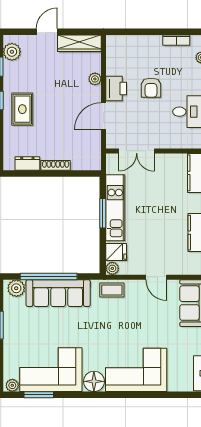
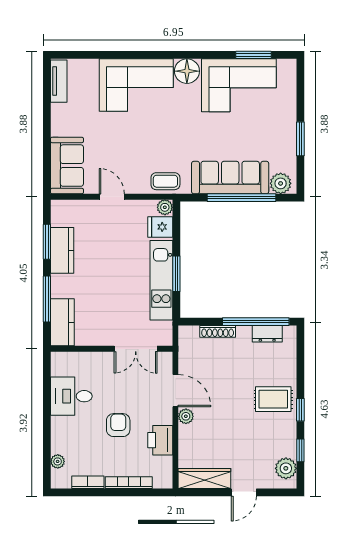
bookcase: (142, 40) -> (129, 483), added
plant: (95, 79) -> (186, 416), moved
printer: (116, 88) -> (160, 440), moved
rug: (22, 109) -> (273, 399), turned 90
door: (104, 116) -> (175, 391), hinge flipped
double door: (137, 151) -> (136, 349), swing flipped
shoe rack: (56, 165) -> (218, 331), moved
window: (37, 174) -> (256, 322), added
plant: (12, 385) -> (285, 66), removed

